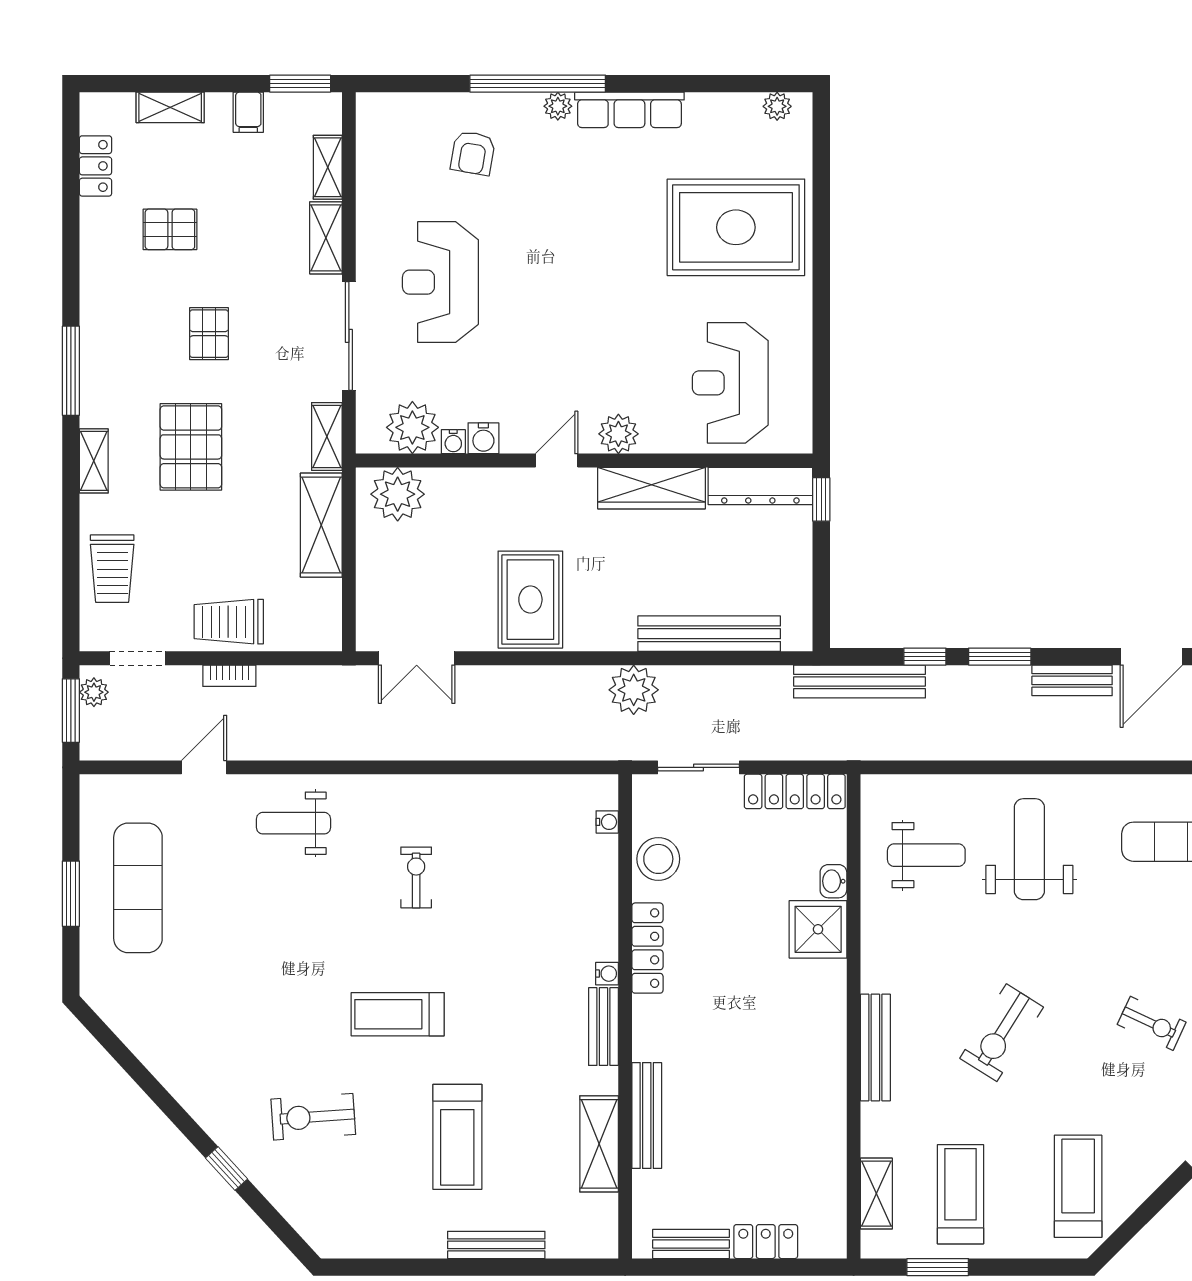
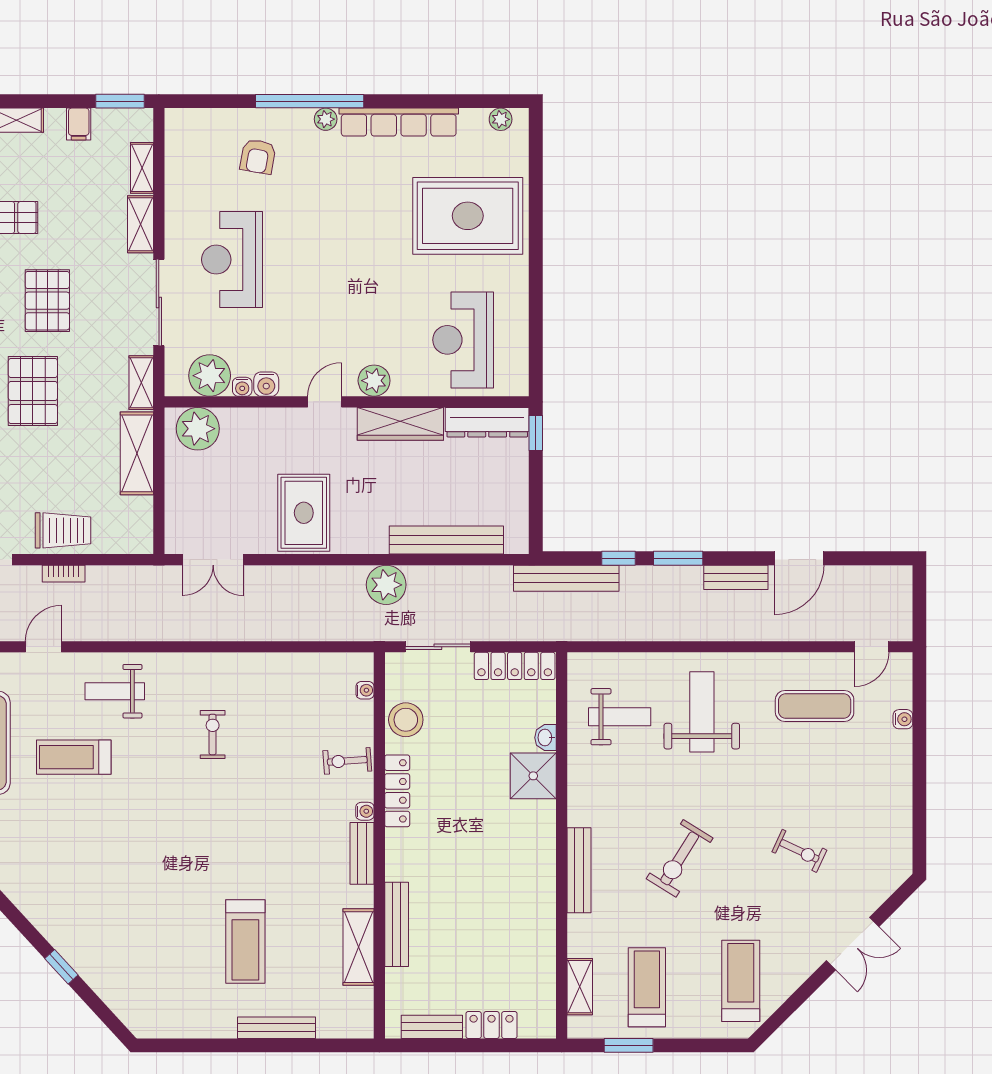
row of seats: (629, 110) -> (399, 122), width x1.36
pallet: (209, 334) -> (47, 301), width x1.50, depth x1.42
trolley: (229, 622) -> (63, 530), turned 180
treadmill: (398, 1014) -> (74, 757), moved
exercise bike: (313, 1117) -> (347, 761), moved, width x0.73, depth x0.72

